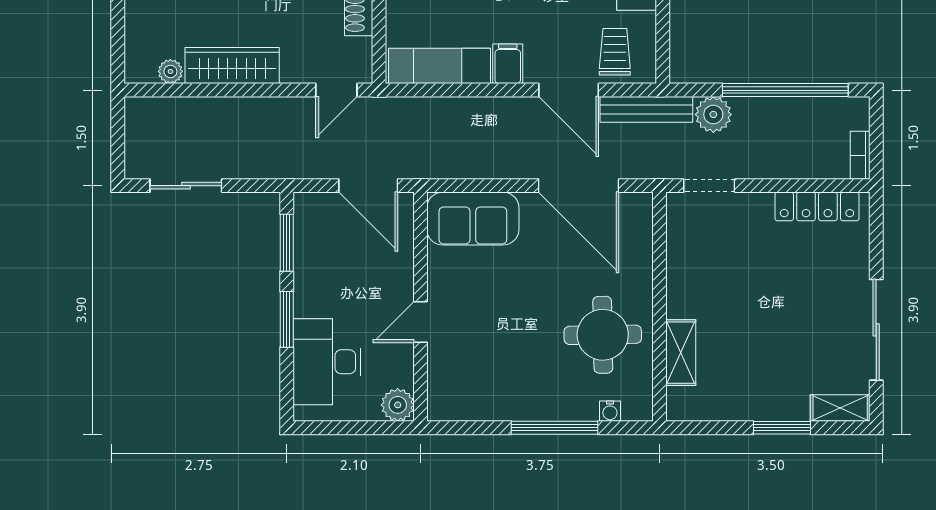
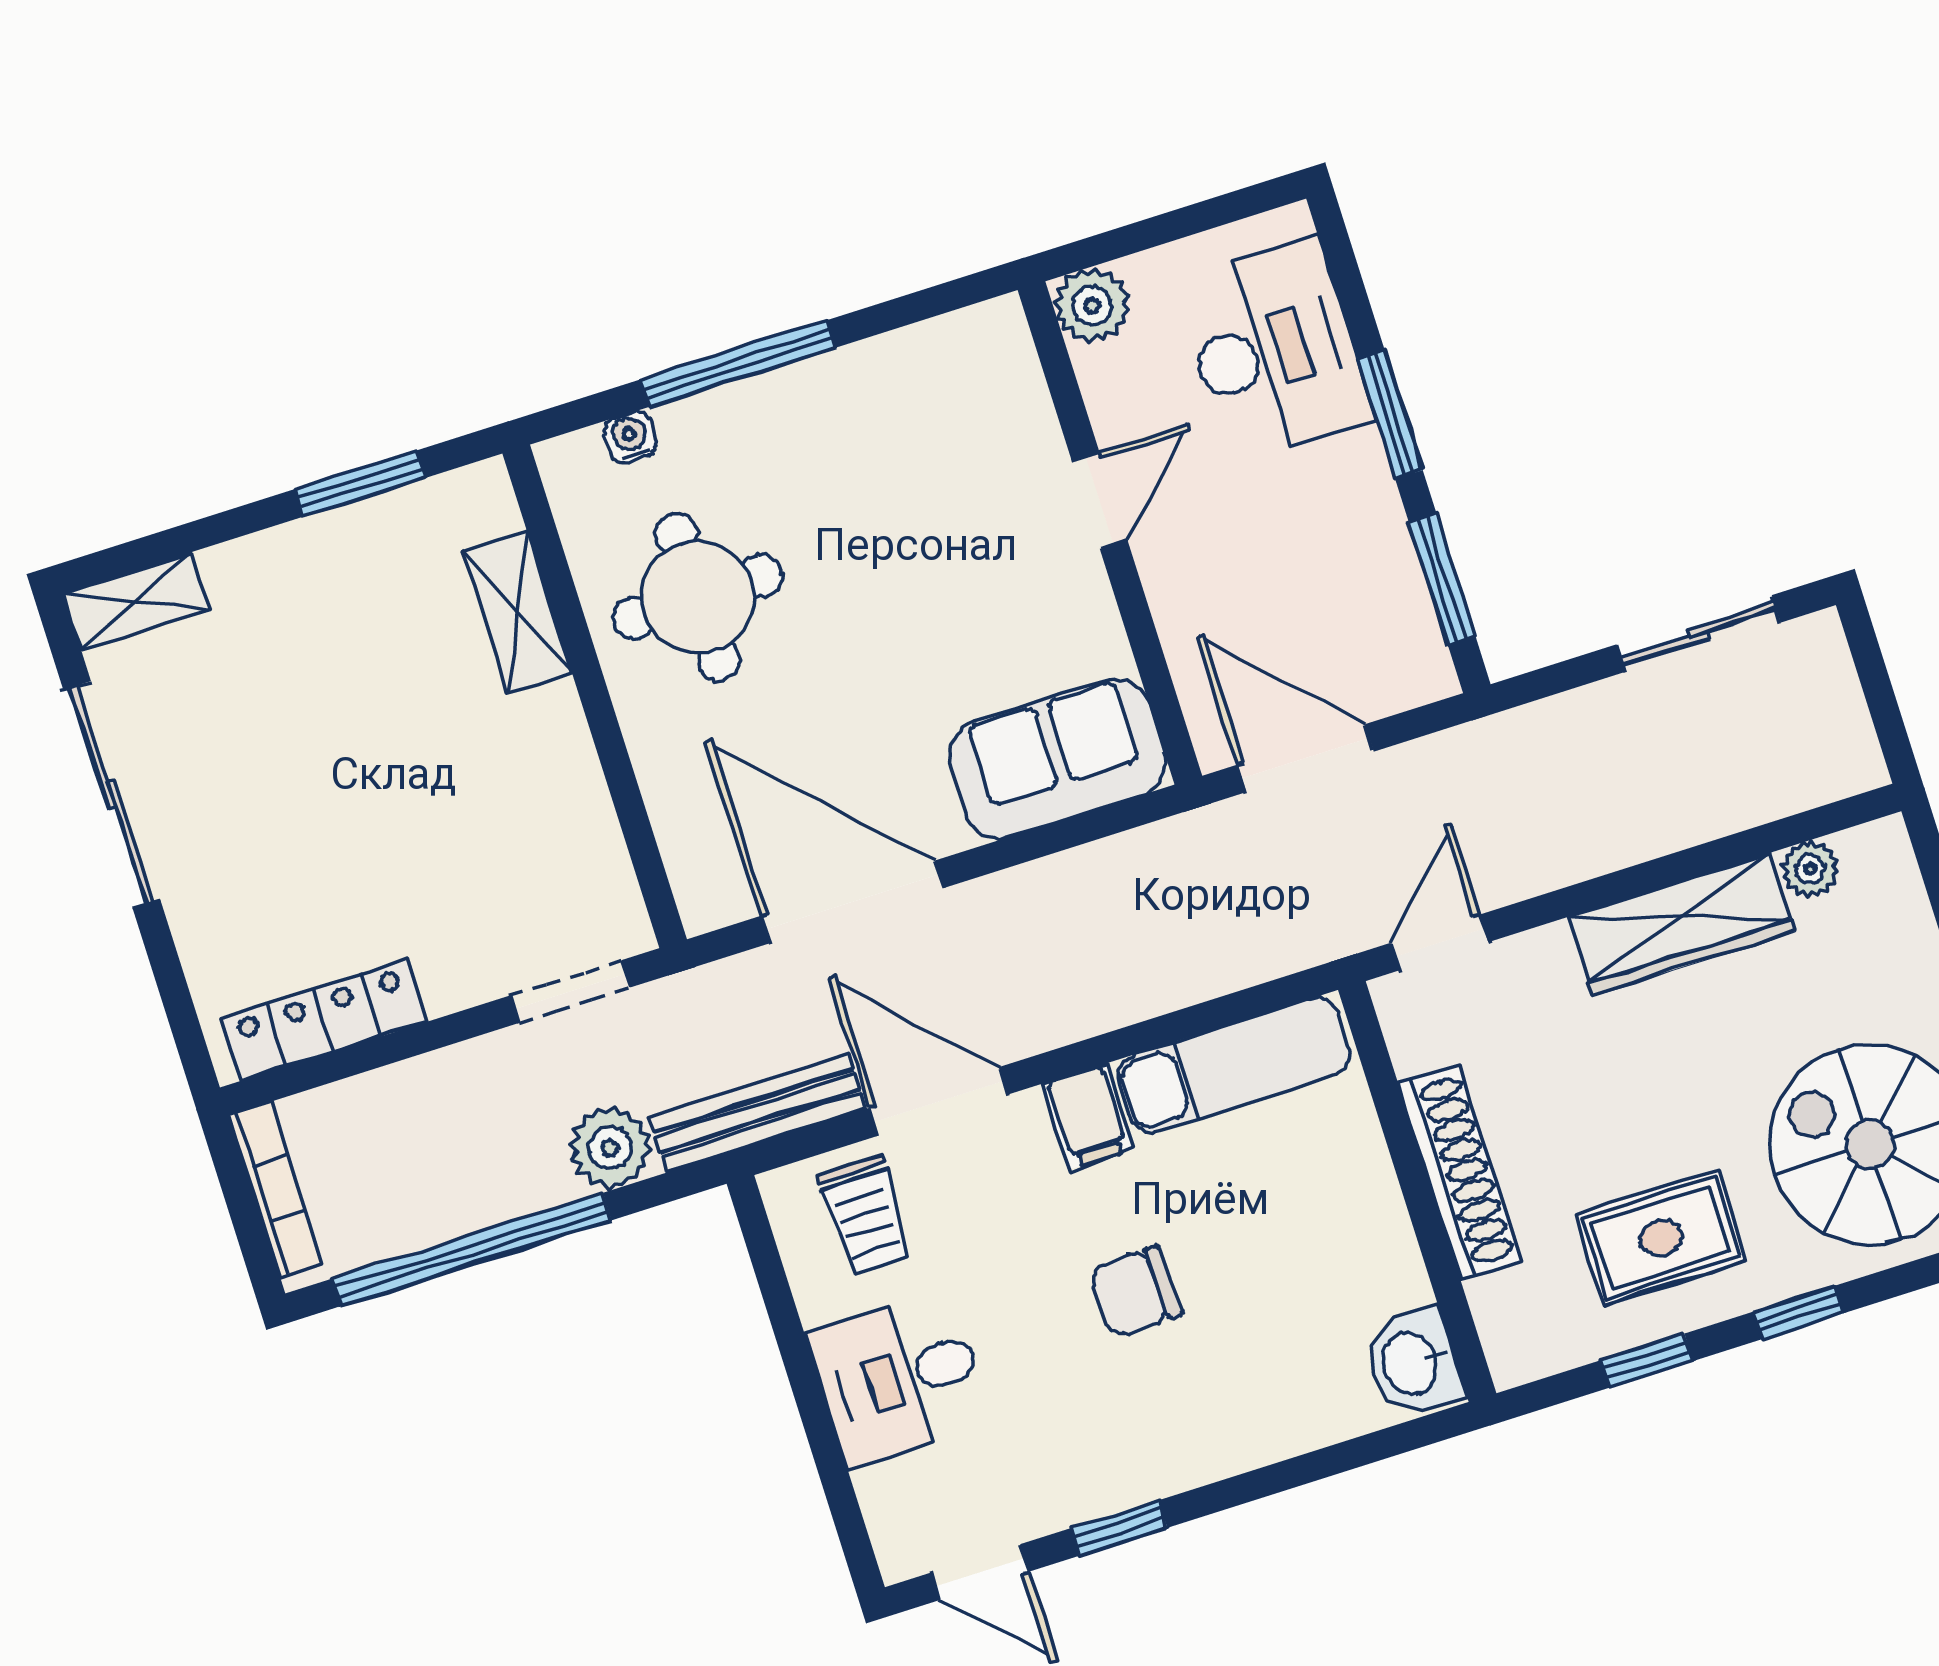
bookcase: (860, 155) -> (275, 1189), width x1.56
window: (782, 428) -> (360, 483), moved

